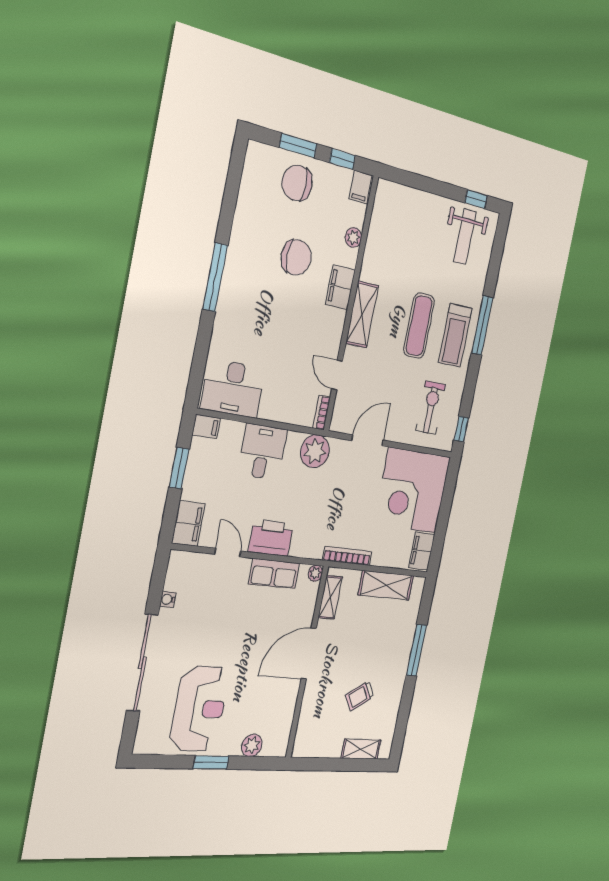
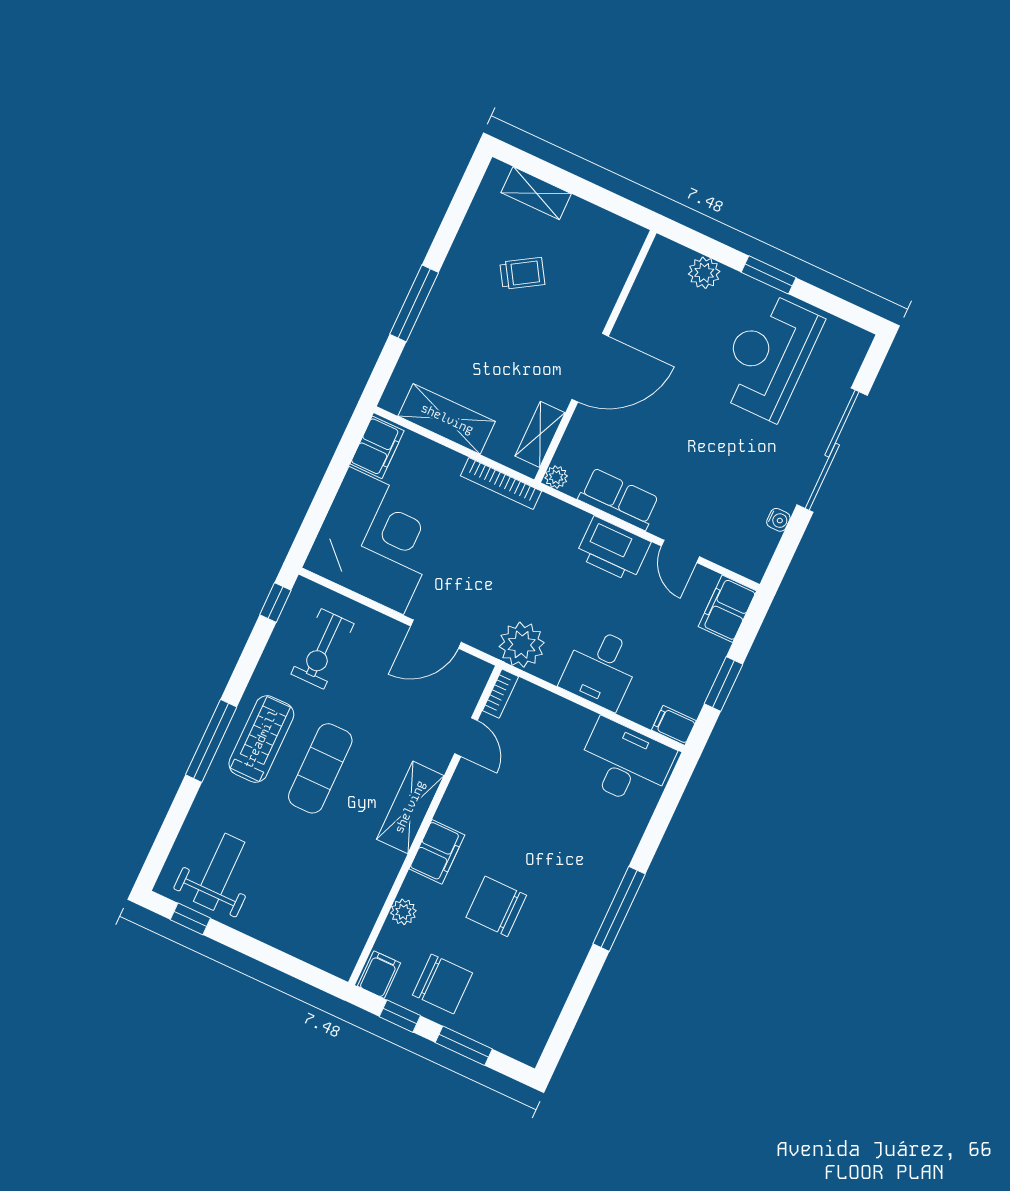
chair: (297, 183) -> (443, 984), moved

